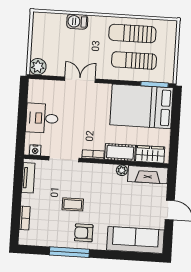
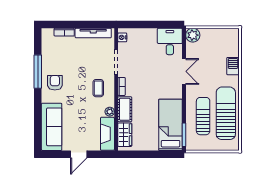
sun lounger: (132, 34) -> (226, 113), width x1.36, depth x1.34
bed: (142, 106) -> (171, 125), width x0.67
desk: (42, 118) -> (170, 41), moved
tv unit: (28, 178) -> (93, 33), width x1.41
coffee table: (73, 204) -> (98, 88), moved

